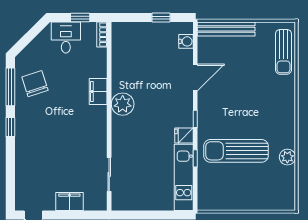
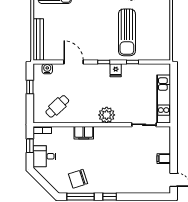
cafe table: (134, 55) -> (57, 106), added
plant: (123, 104) -> (107, 115), moved
kitchen unit: (184, 177) -> (164, 99), moved, turned 90
filing cabinet: (69, 201) -> (164, 159), width x0.50

